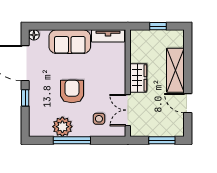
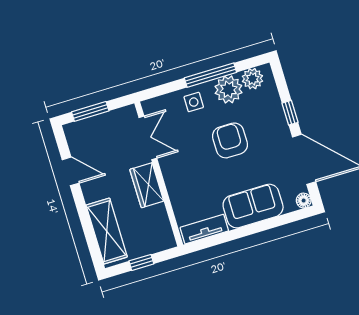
shelving: (175, 70) -> (107, 231), moved
armchair: (72, 91) -> (230, 140), turned 180
side table: (99, 119) -> (194, 102), moved
plant: (44, 129) -> (252, 79), added

